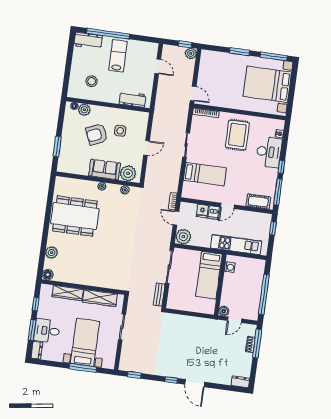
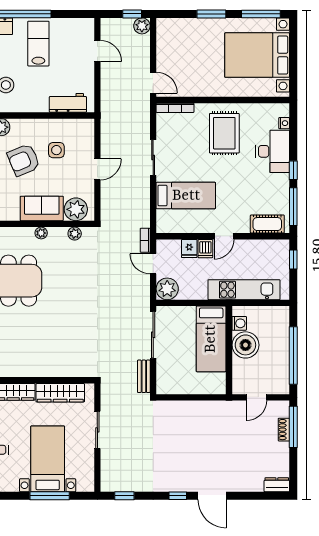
boiler: (224, 311) -> (245, 345), moved, width x1.86, depth x1.86

